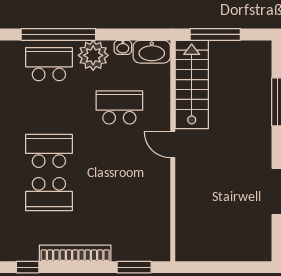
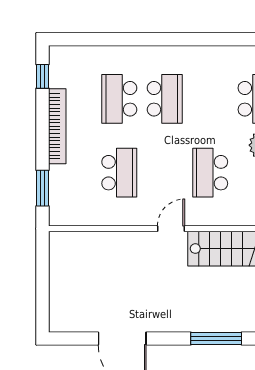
school desk: (119, 107) -> (210, 173), turned 180
school desk: (119, 194) -> (119, 173), added

